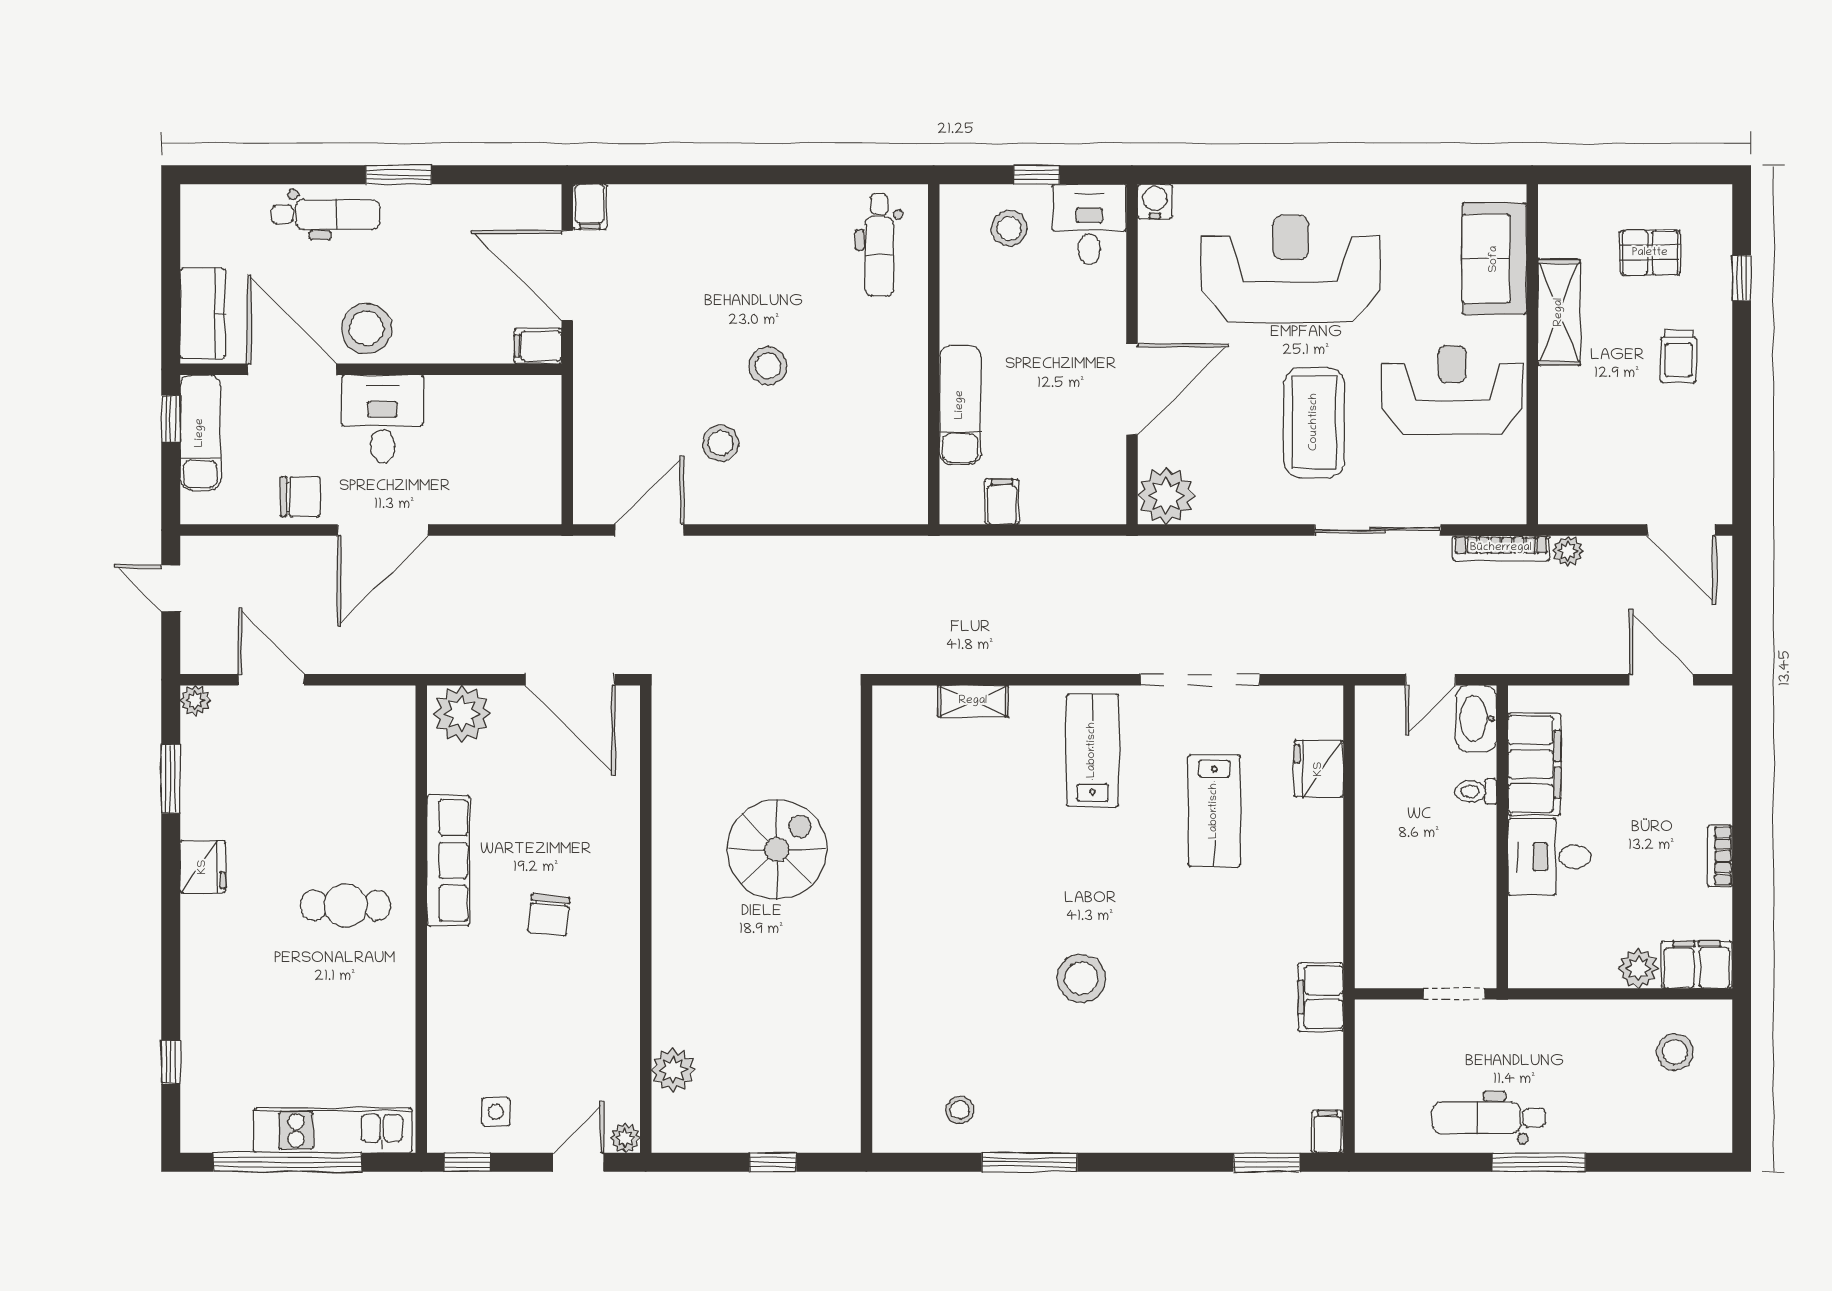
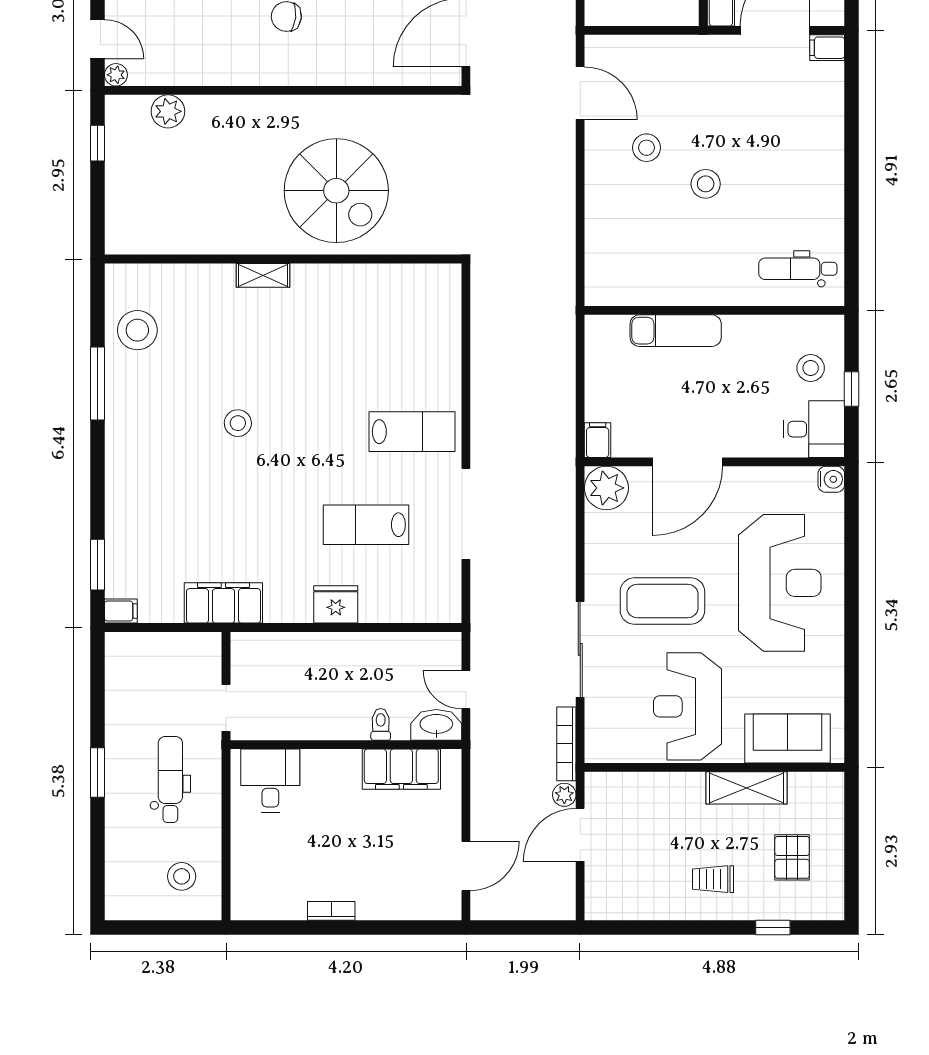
door: (1132, 389) -> (688, 462), hinge flipped
reception desk: (1452, 390) -> (687, 706), turned 180
filing cabinet: (1002, 502) -> (598, 440), moved, turned -90
door: (1682, 530) -> (580, 835), moved
shelving: (973, 701) -> (263, 275), moved, turned 90
fridge: (1319, 769) -> (336, 604), moved
spiral stairs: (777, 849) -> (336, 191), width x1.37, depth x1.37
desk: (1549, 857) -> (270, 781), moved
filing cabinet: (1697, 965) -> (248, 893), removed
plant: (1638, 968) -> (245, 849), removed
stool: (1081, 978) -> (238, 423), width x0.73, depth x0.73
filing cabinet: (1321, 997) -> (223, 603), width x1.50, depth x1.17
stool: (960, 1110) -> (137, 330), width x1.89, depth x1.89
dental chair: (1489, 1118) -> (170, 779), moved
window: (773, 1162) -> (97, 143), moved
window: (1539, 1162) -> (97, 772), width x0.69

